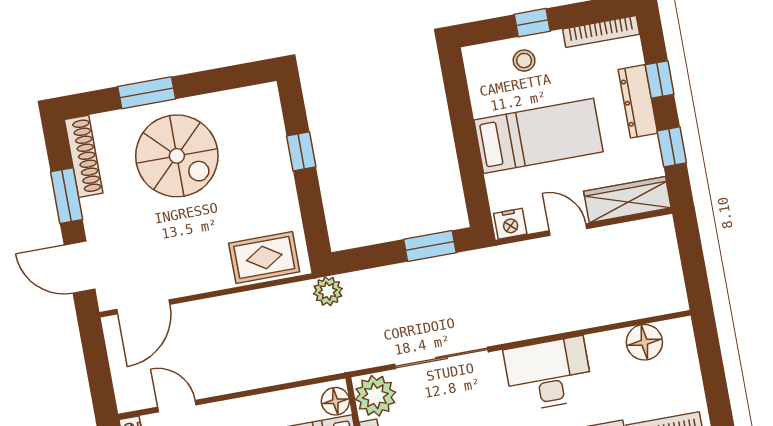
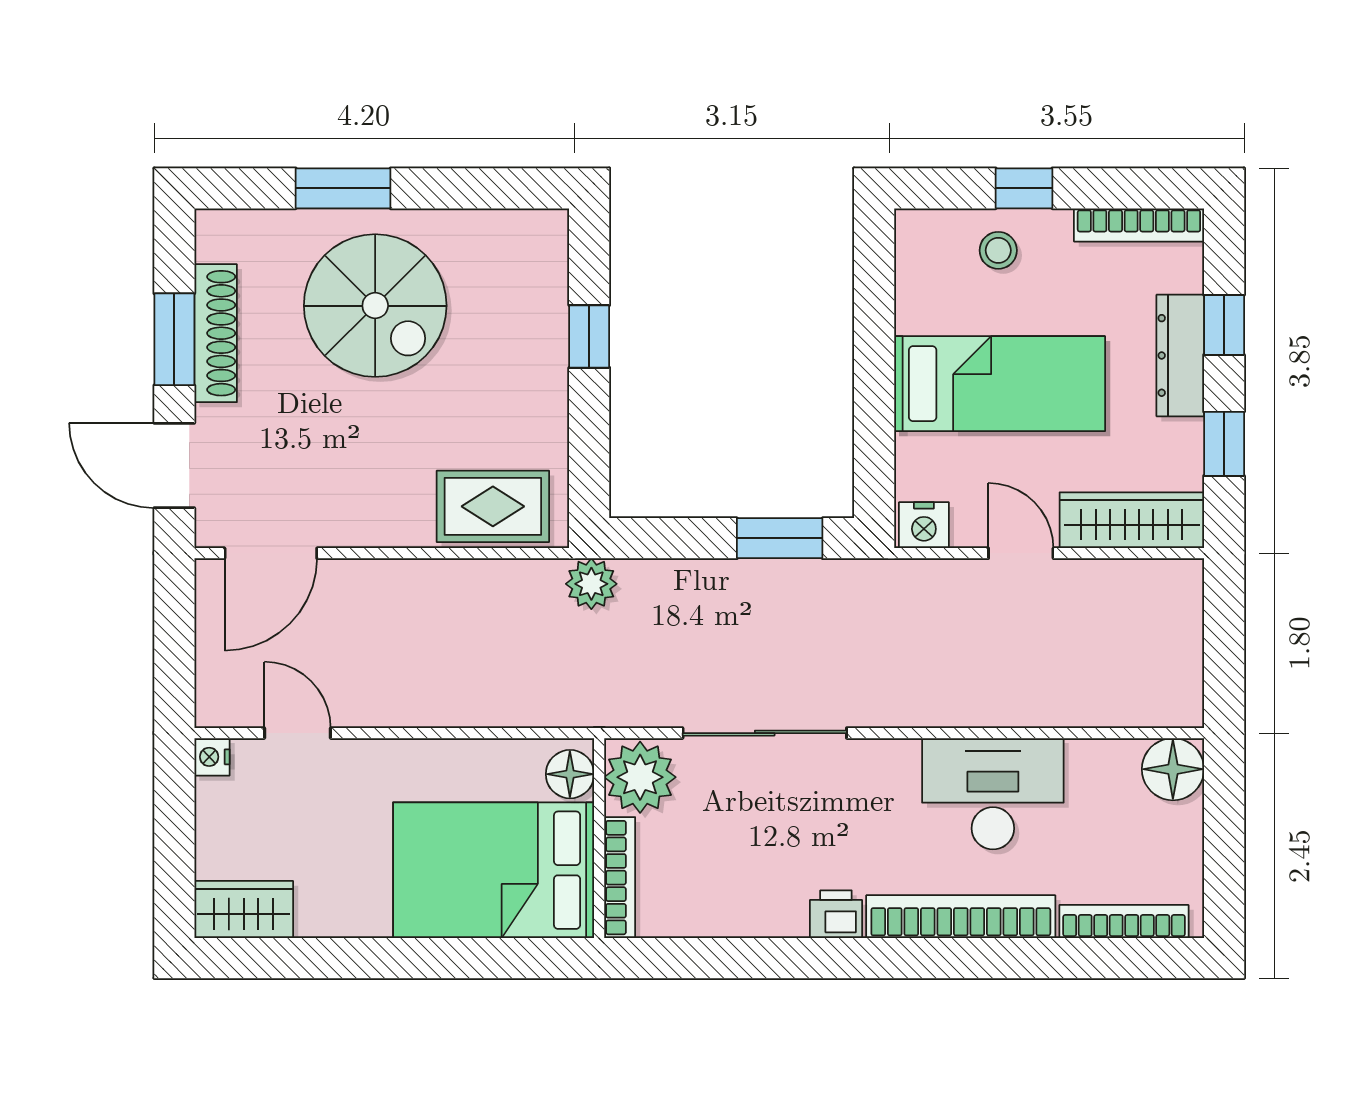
shoe rack: (84, 156) -> (216, 333), moved
floor lamp: (644, 342) -> (1173, 769), moved
desk: (548, 374) -> (993, 794), moved

